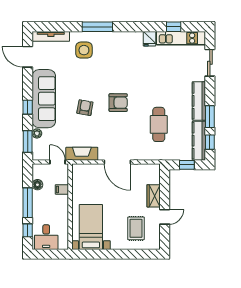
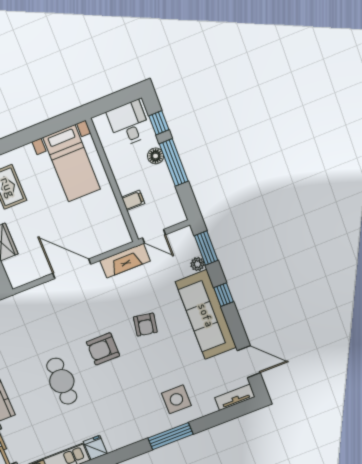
tv unit: (51, 36) -> (235, 397), width x0.71
cafe table: (159, 124) -> (62, 381), moved
floor lamp: (37, 185) -> (156, 156), moved

